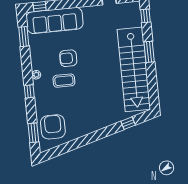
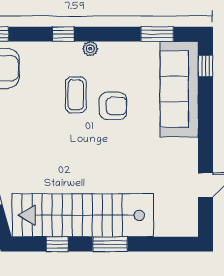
window: (146, 16) -> (57, 244), moved
armchair: (68, 58) -> (113, 106), turned 90

